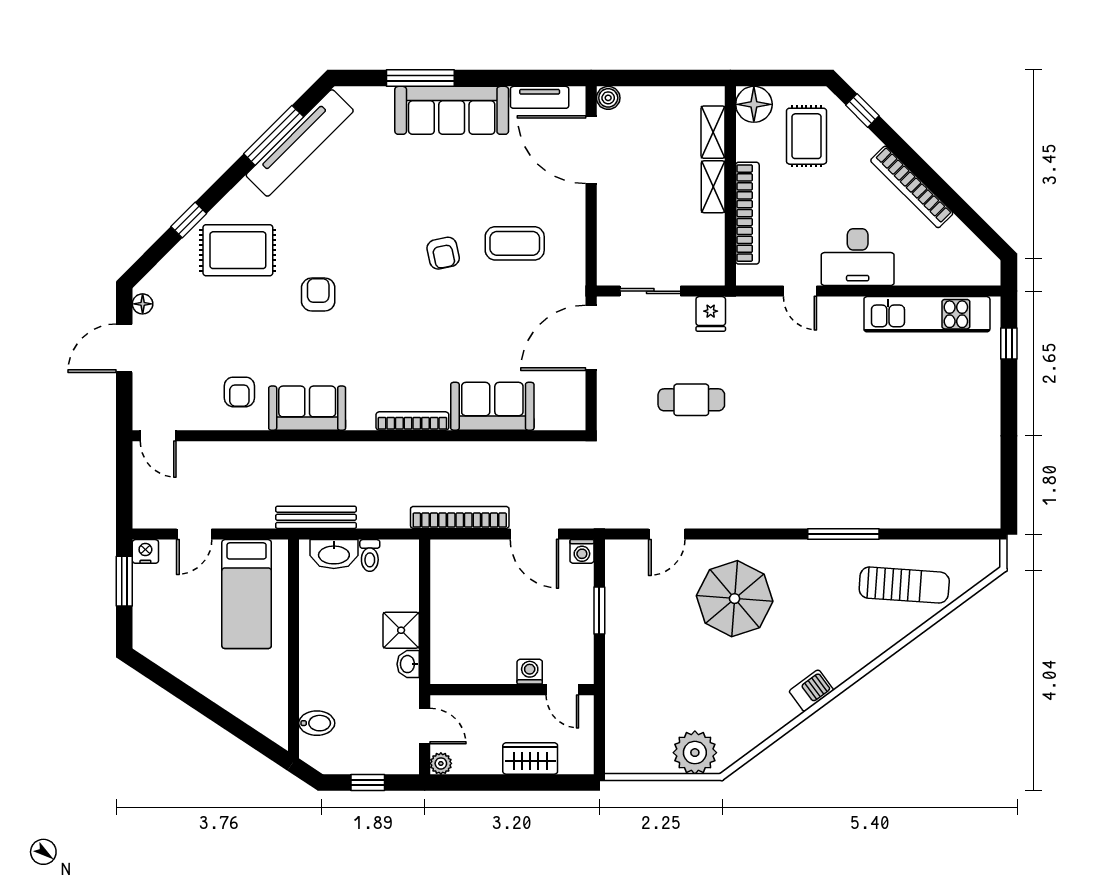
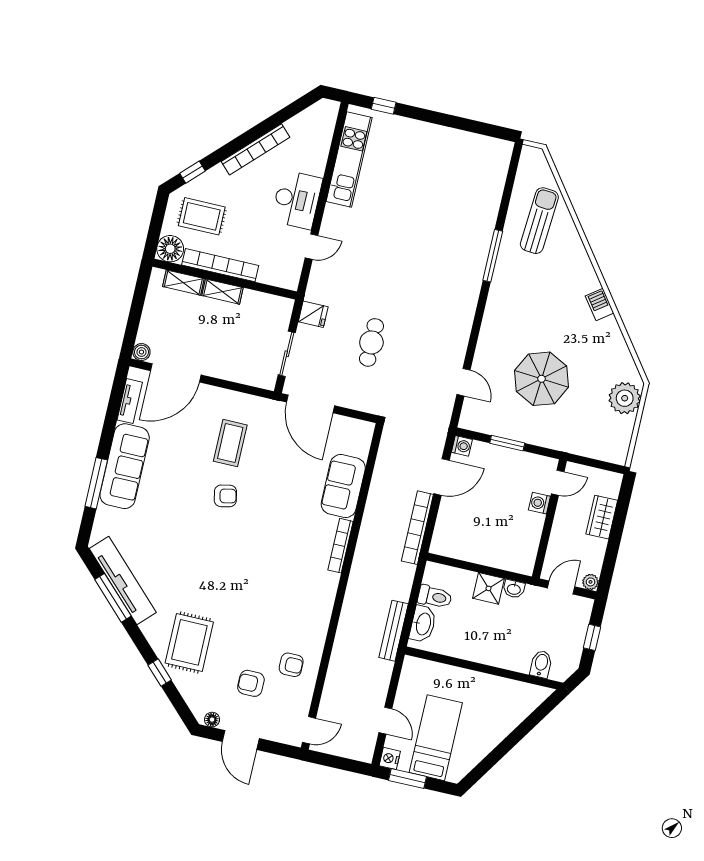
bookcase: (747, 213) -> (220, 265), moved
armchair: (318, 295) -> (251, 683), moved
sofa: (307, 408) -> (314, 619), removed
toilet: (370, 555) -> (435, 597), width x1.37, depth x1.39
bed: (247, 594) -> (436, 738), moved, turned -90
parasol: (735, 599) -> (542, 379), moved

